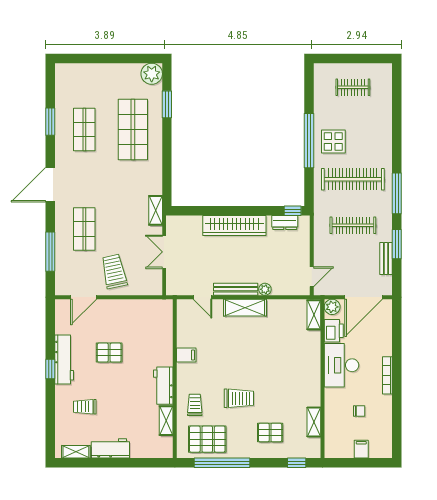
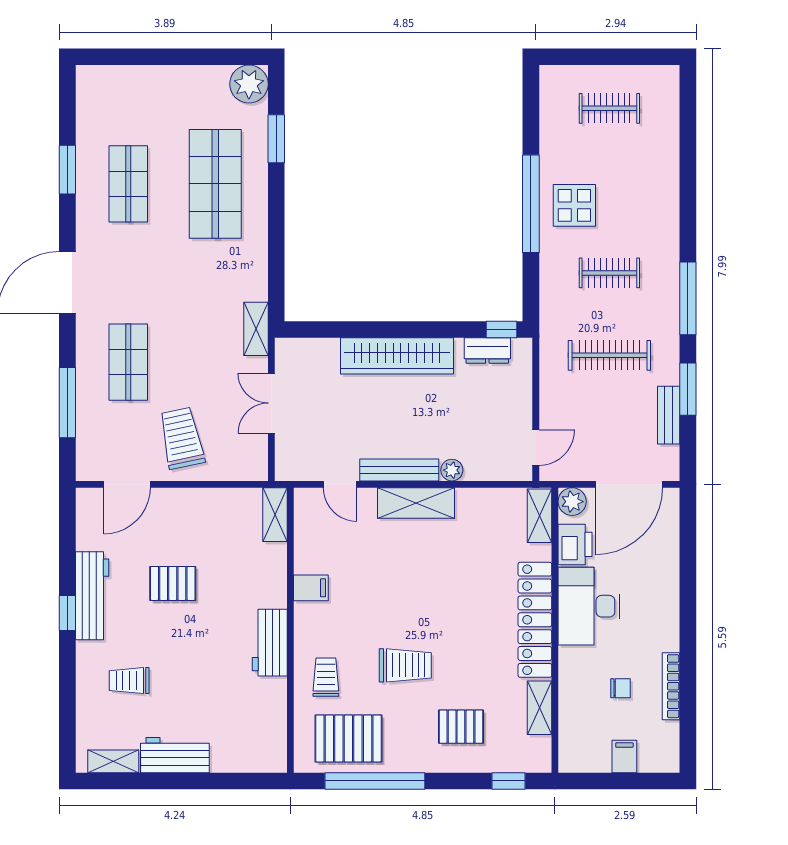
clothes rail: (353, 179) -> (609, 273), width x0.54, depth x0.76
locker: (311, 373) -> (535, 620), added
bookcase: (387, 375) -> (671, 686), moved
shelving: (166, 421) -> (275, 515), moved

